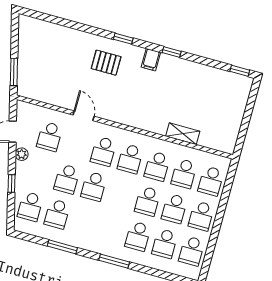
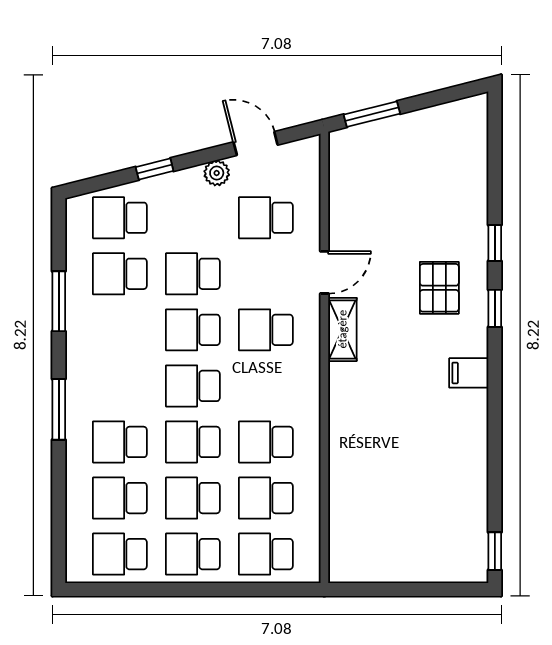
window: (172, 52) -> (495, 243), moved
shelving: (183, 134) -> (342, 329), moved
school desk: (130, 159) -> (193, 386), moved

